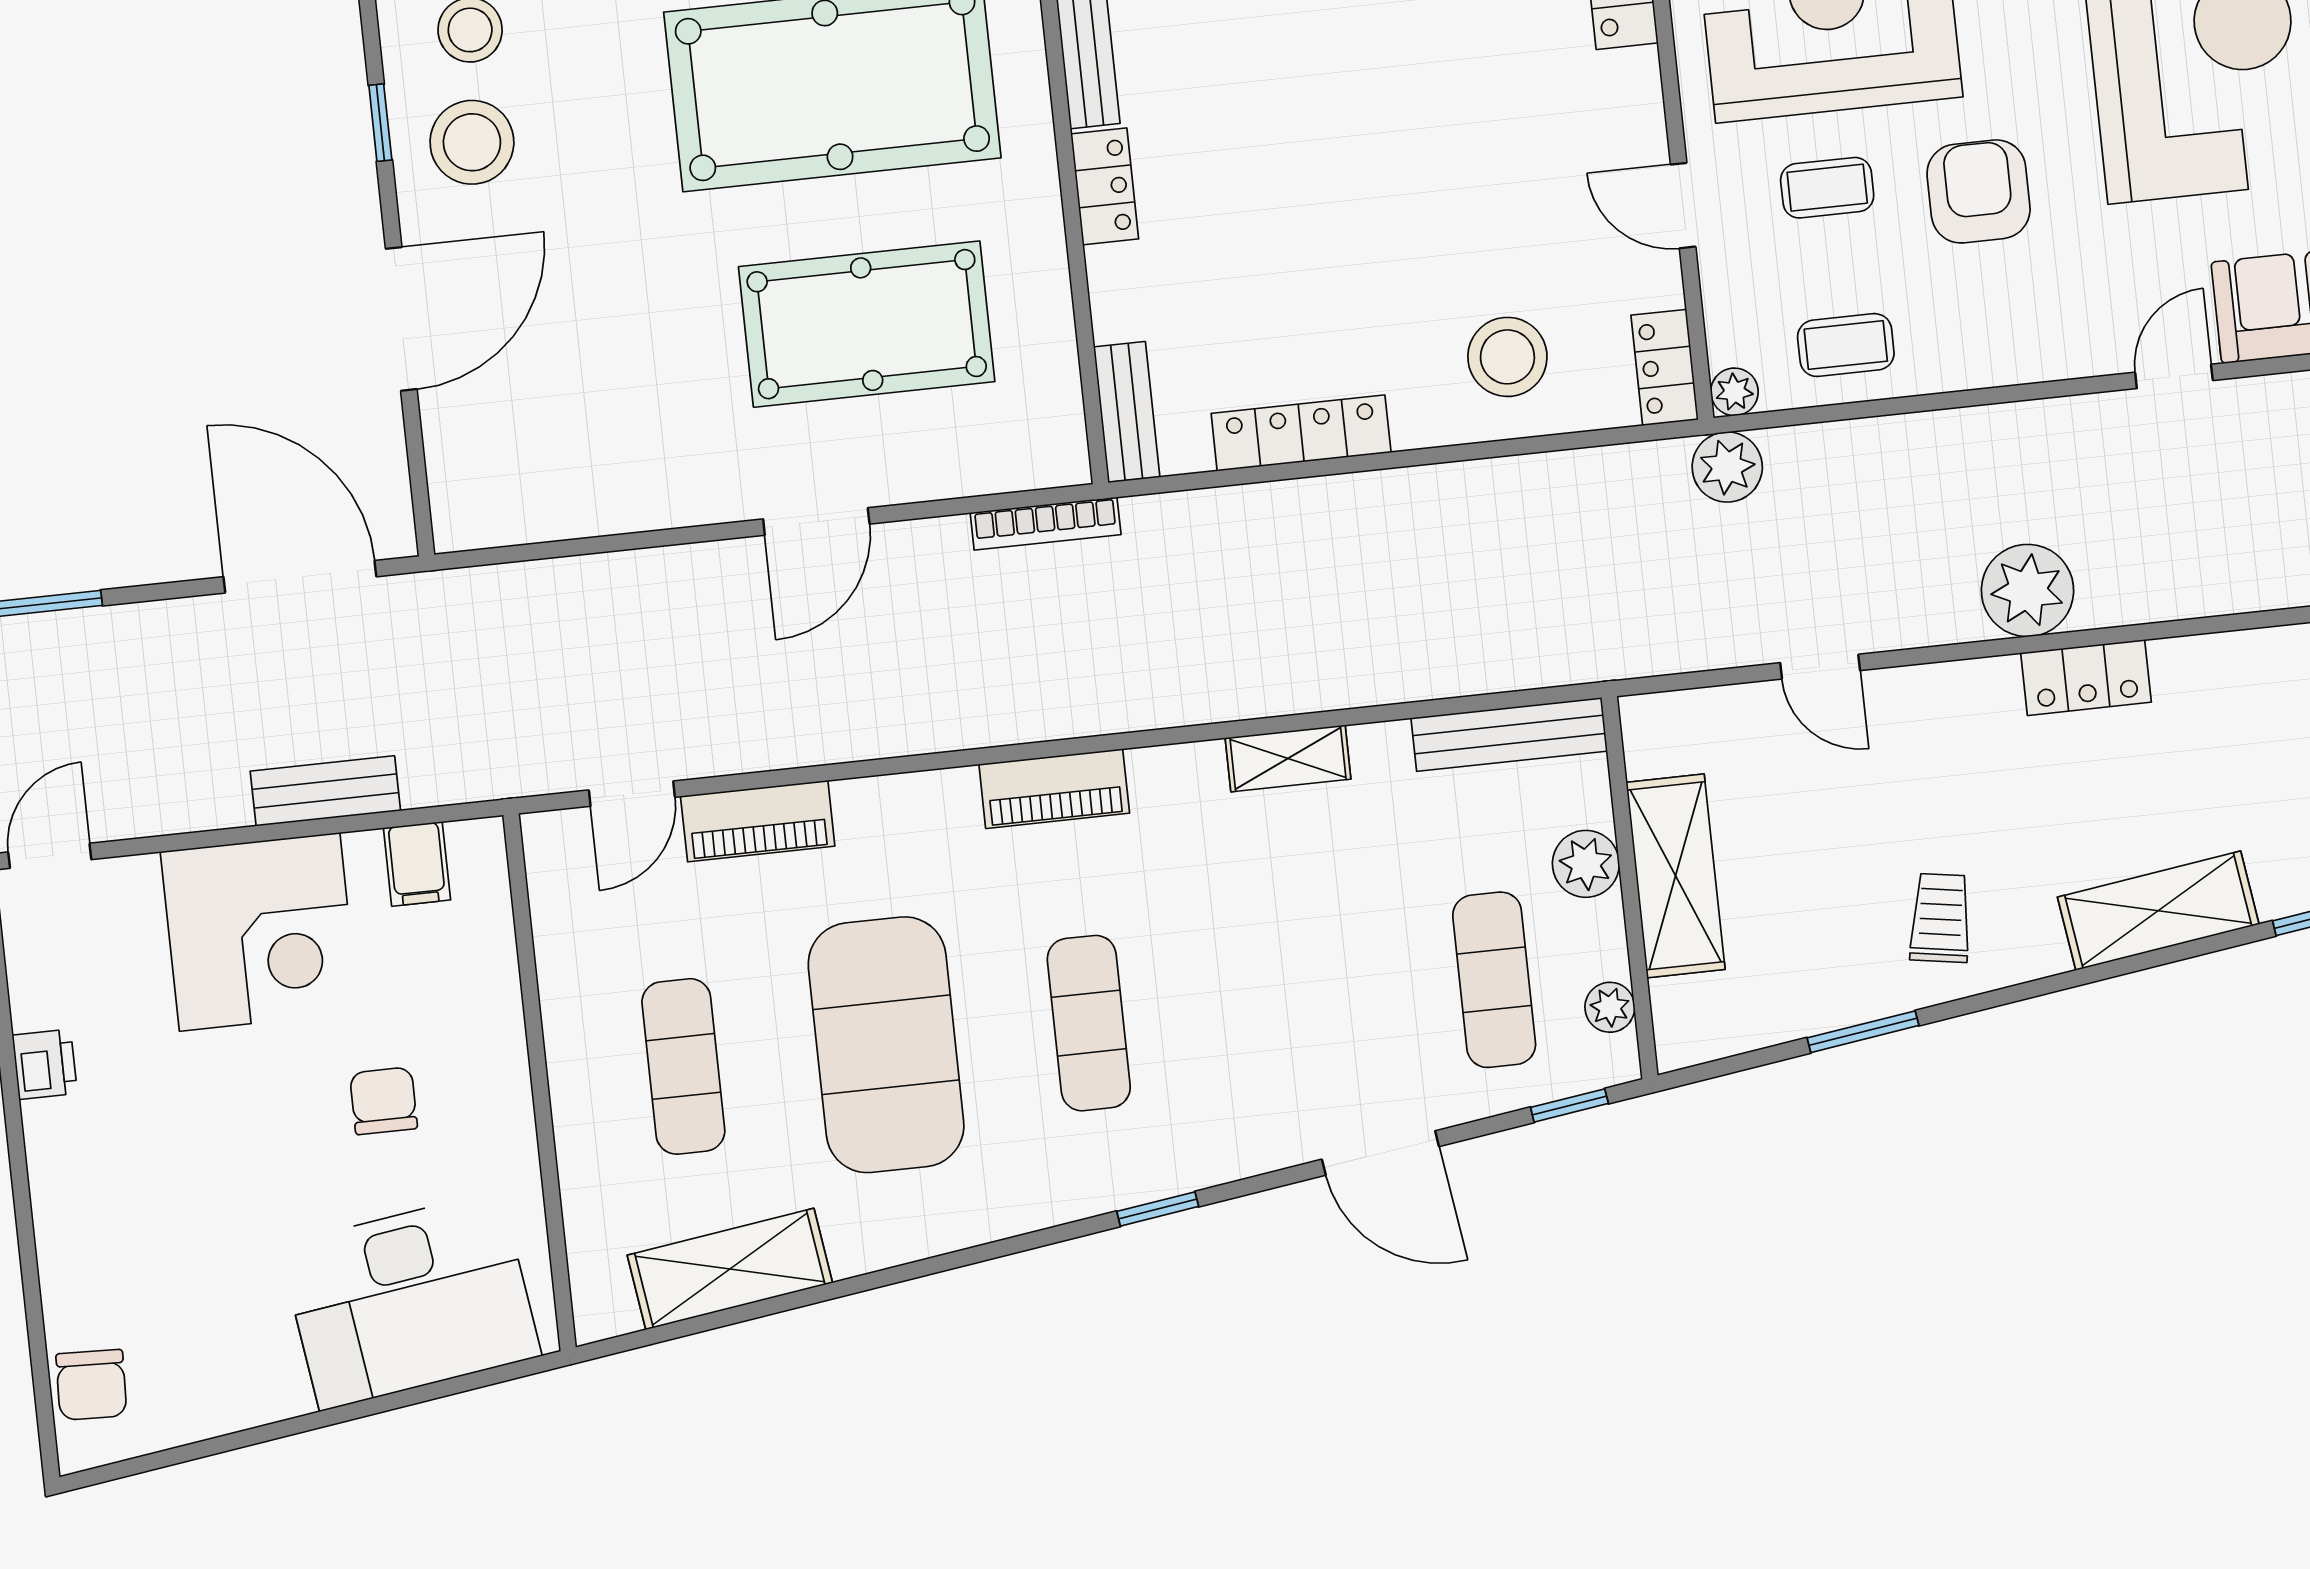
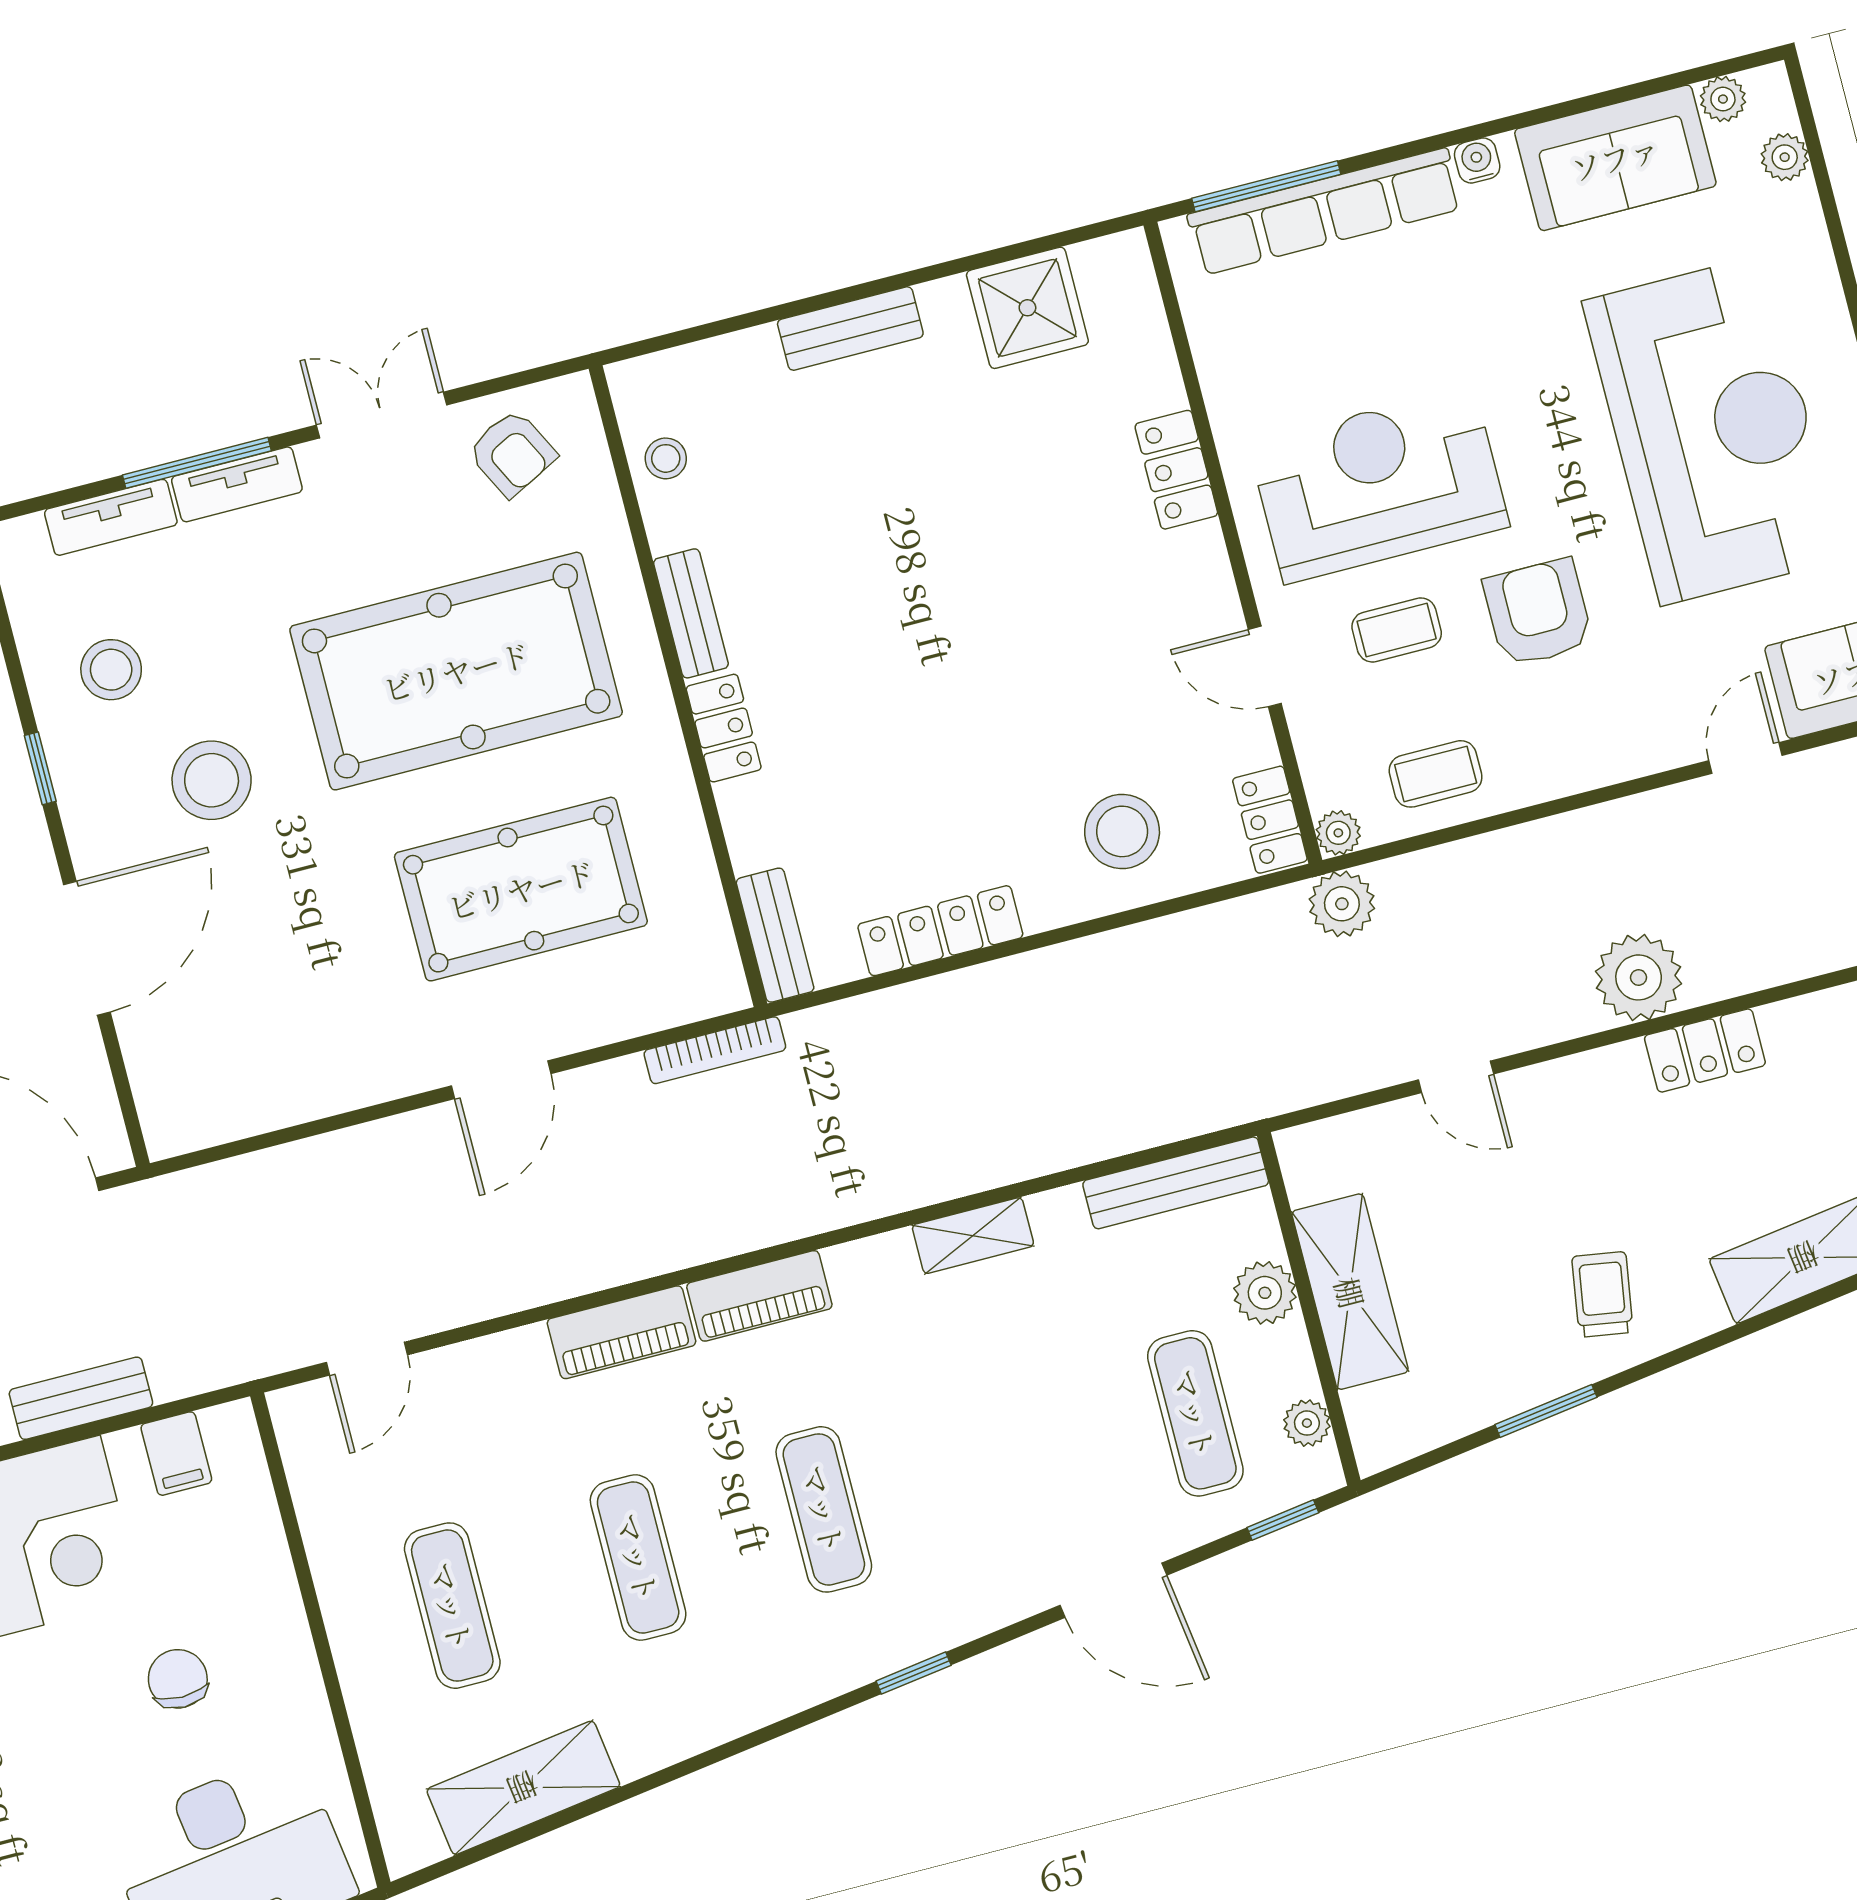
stool: (472, 142) -> (212, 780), moved
piano: (758, 821) -> (622, 1332), moved
exercise mat: (886, 1045) -> (638, 1557), width x0.50, depth x0.69

